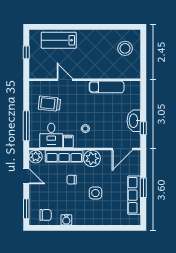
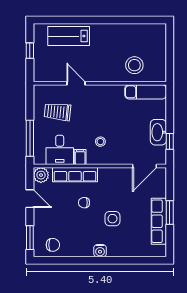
stool: (125, 48) -> (134, 65), moved
exam couch: (107, 87) -> (146, 92), moved
plant: (92, 158) -> (108, 177), removed
water cooler: (66, 220) -> (100, 251), moved

